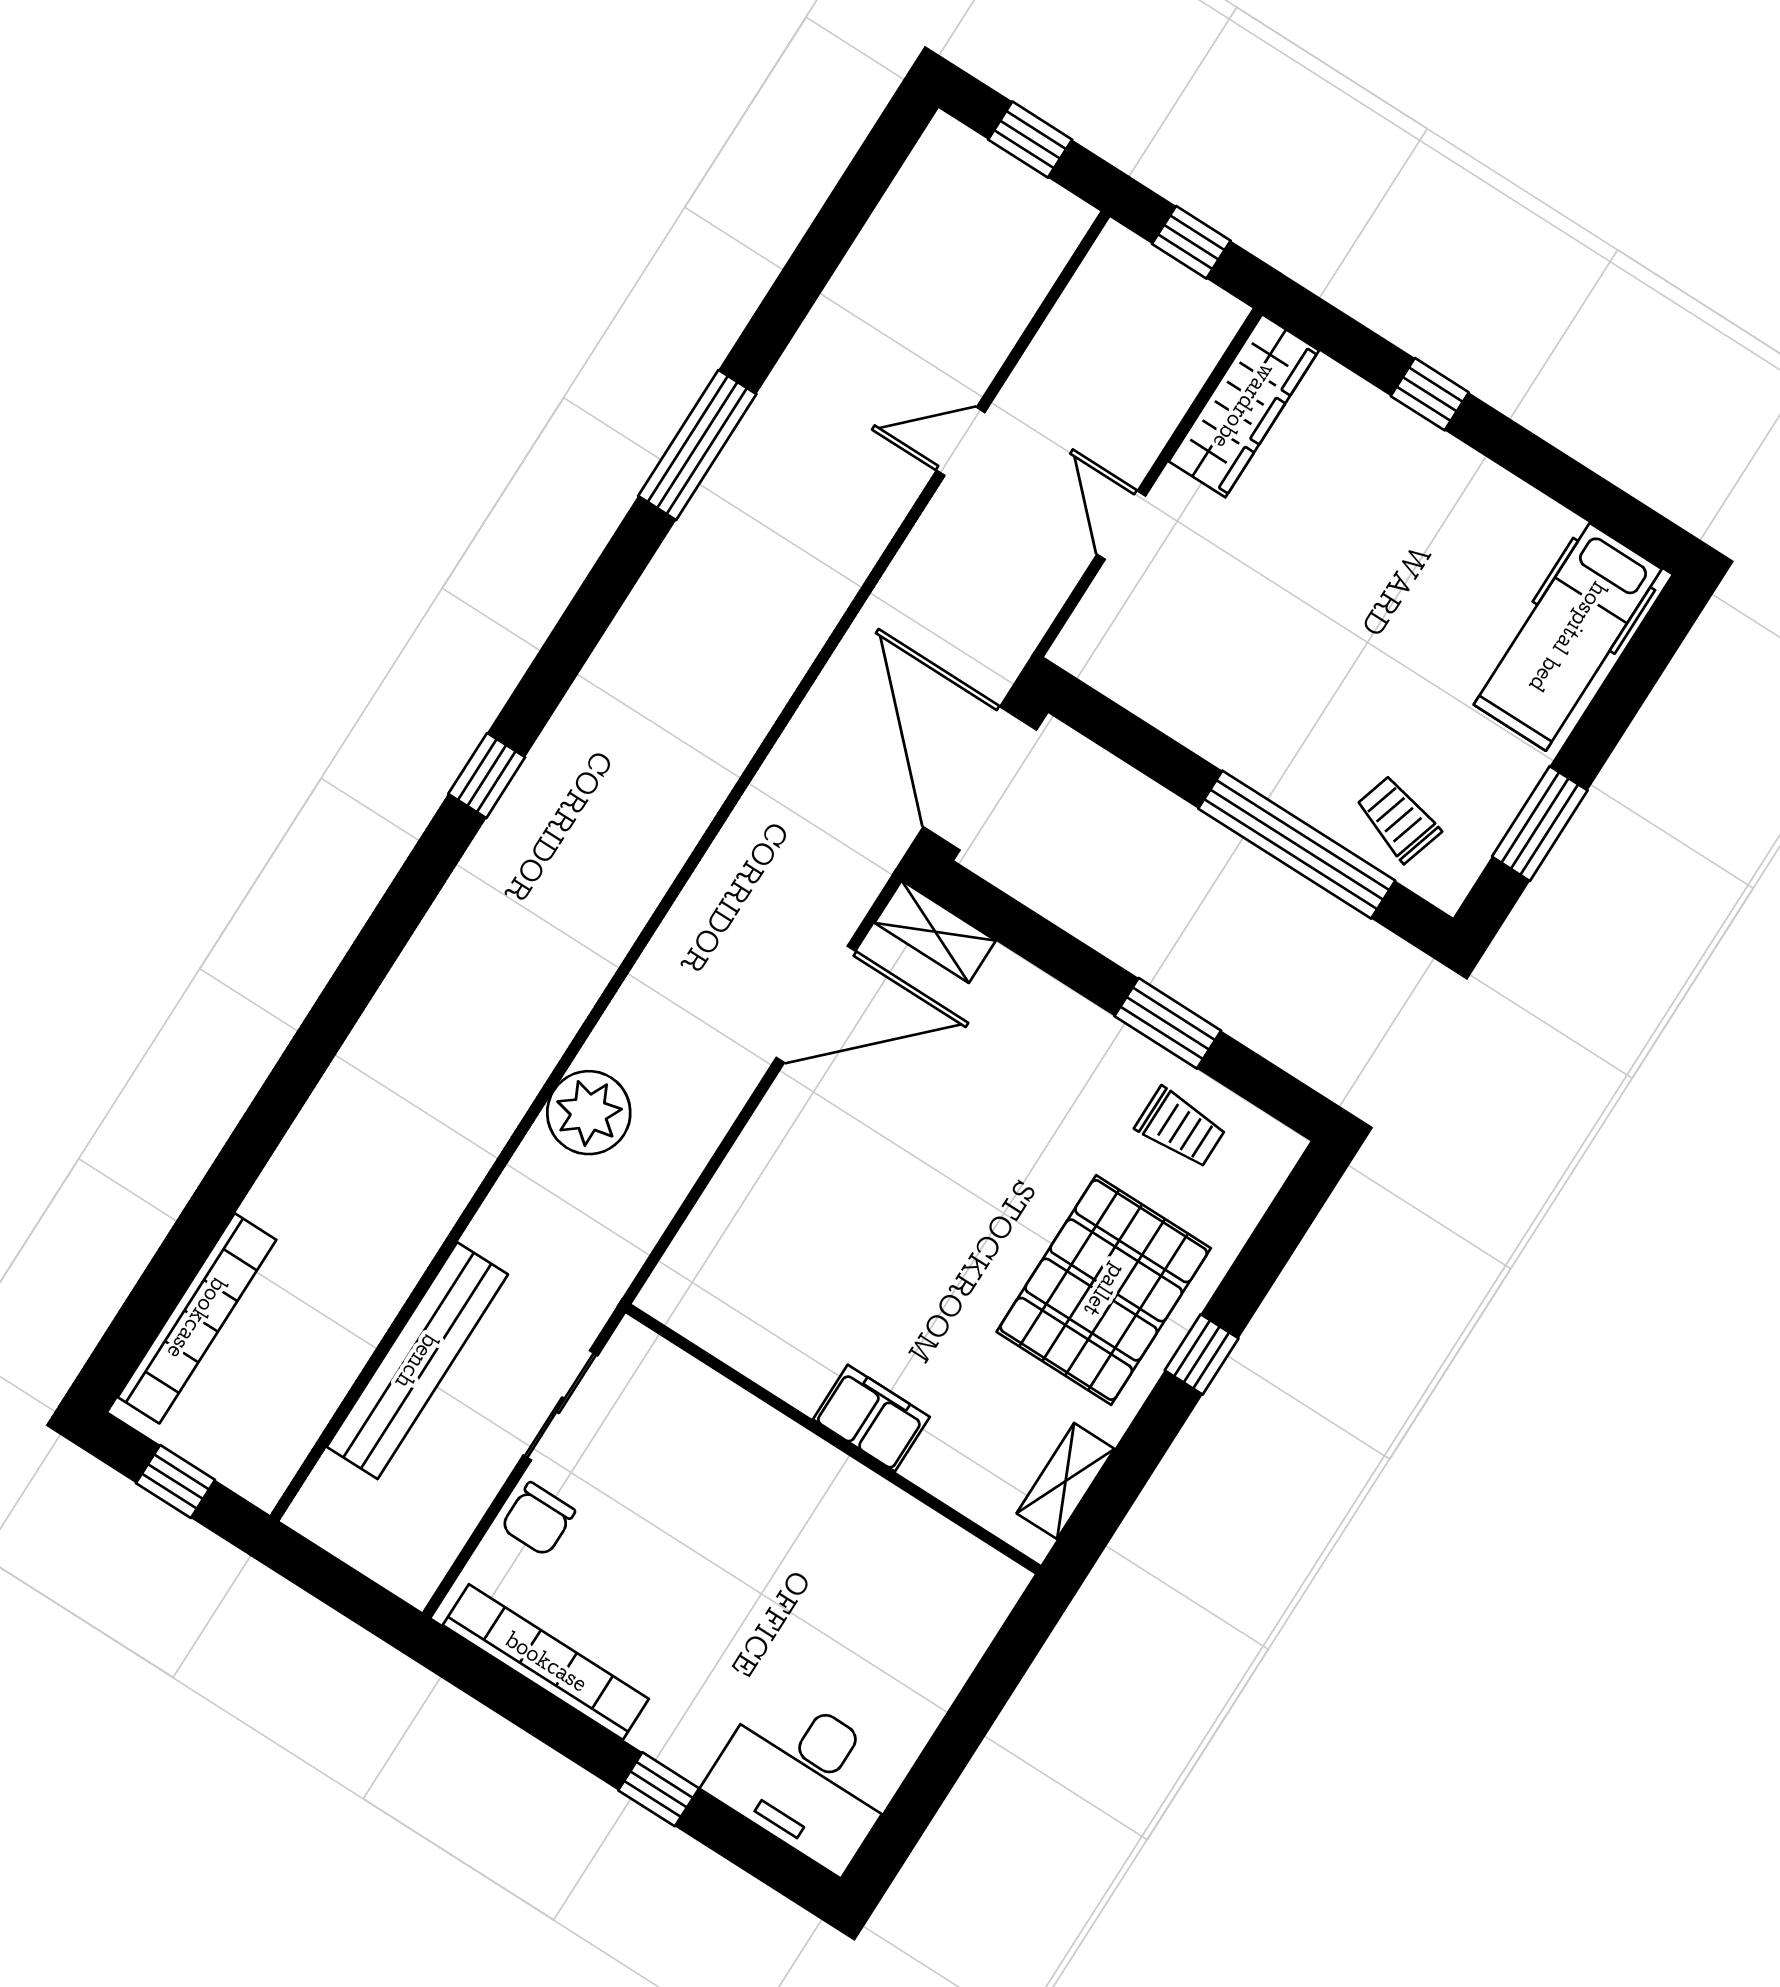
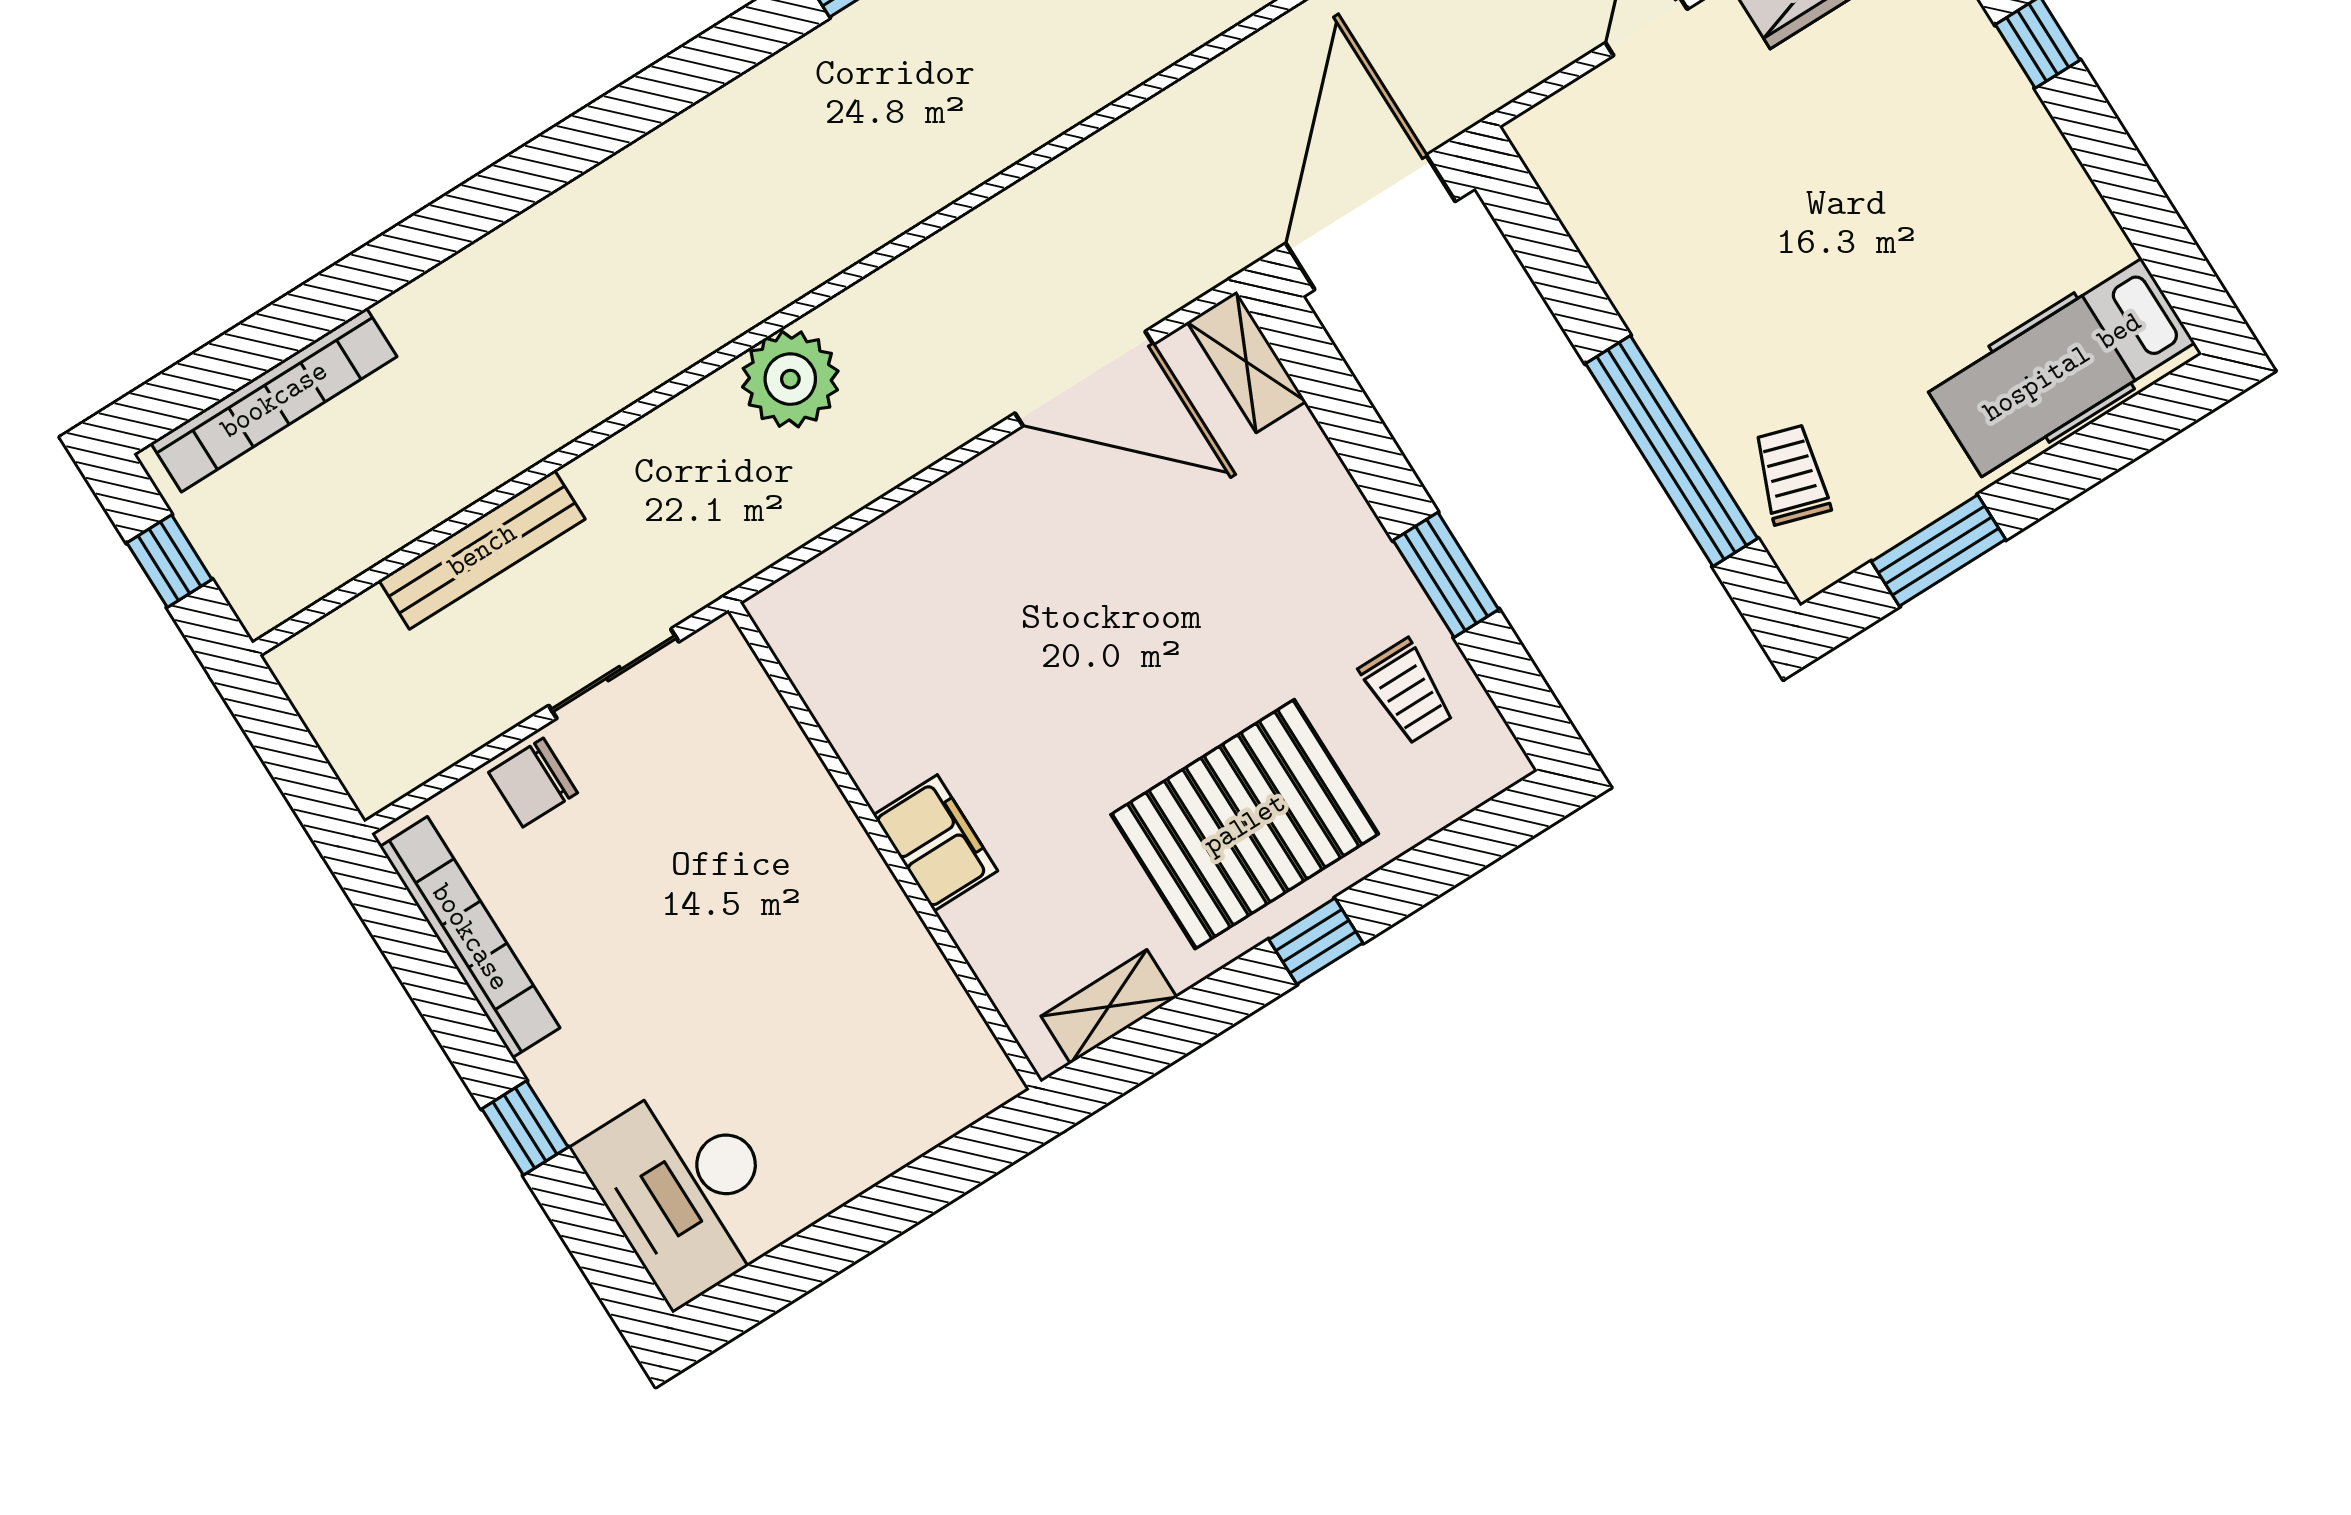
bench: (417, 1361) -> (482, 550), width x0.73, depth x0.82

